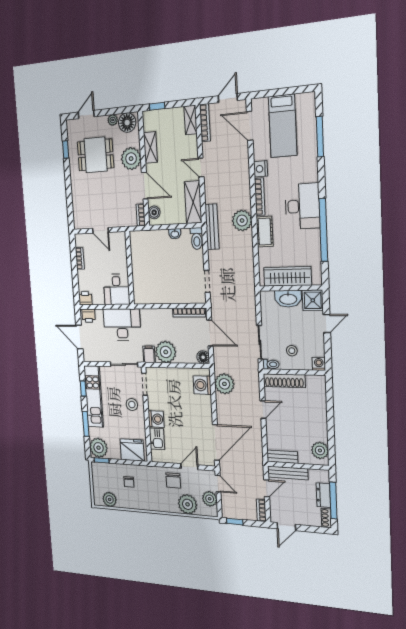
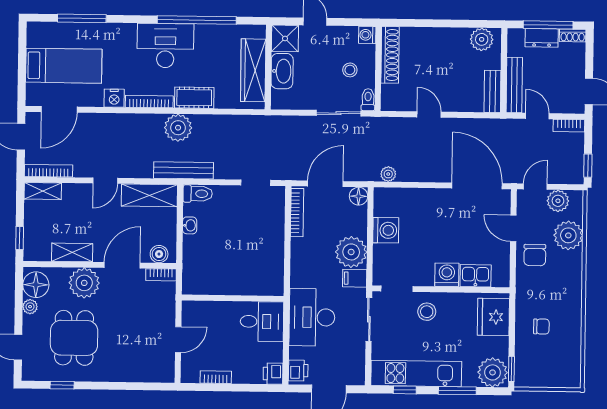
shoe rack: (284, 381) -> (390, 55), moved
plant: (224, 384) -> (388, 174), width x0.53, depth x0.53
washing machine: (202, 385) -> (386, 230), moved, turned -90
chair: (173, 480) -> (535, 255), turned 90
plant: (110, 499) -> (570, 361), removed

